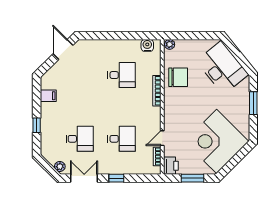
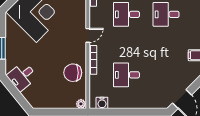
desk: (222, 68) -> (22, 76), width x0.53, depth x0.77
door: (162, 138) -> (88, 35), moved

